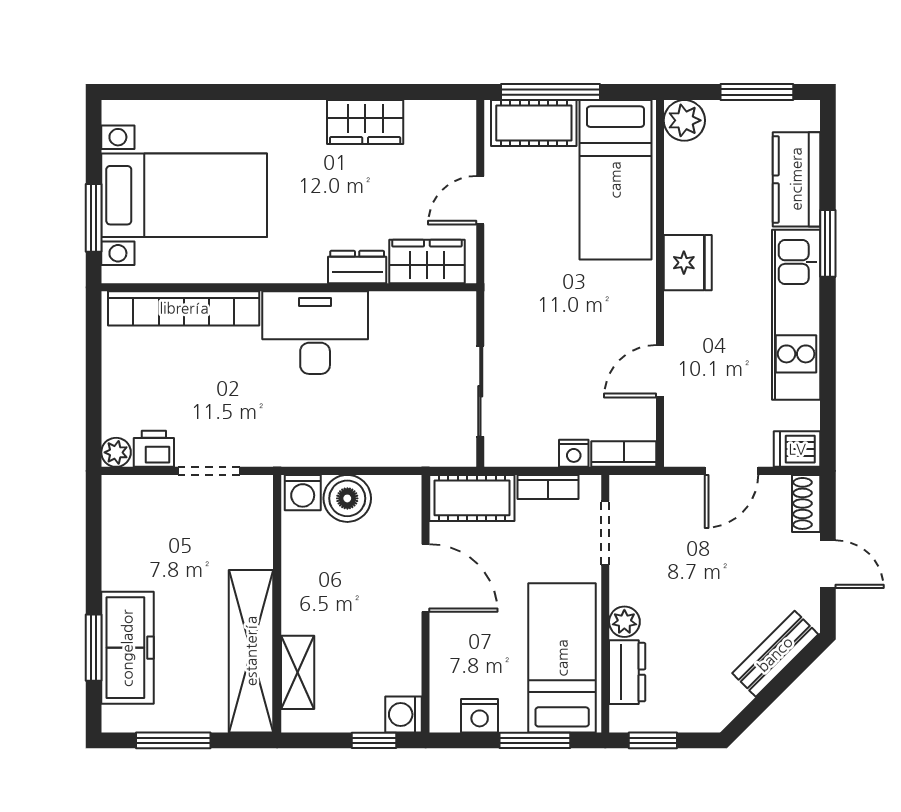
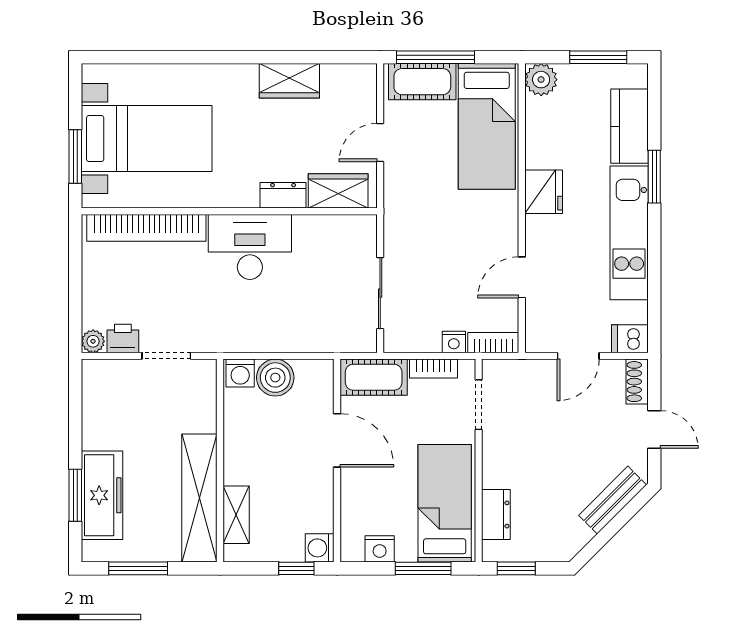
plant: (624, 622) -> (494, 475), removed

